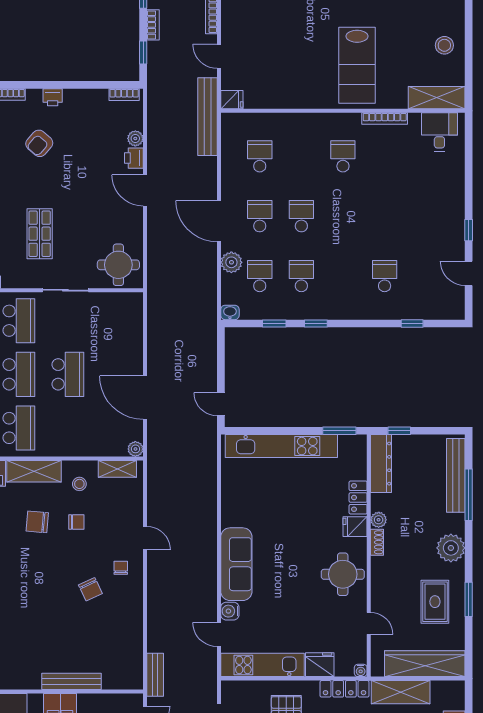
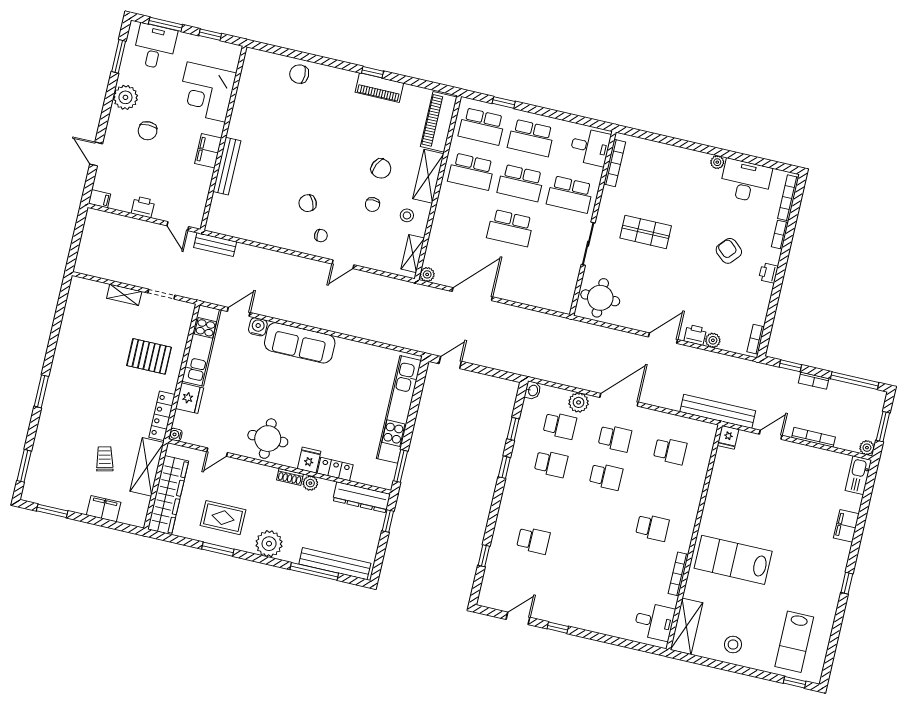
chair: (37, 522) -> (381, 169), turned 110

